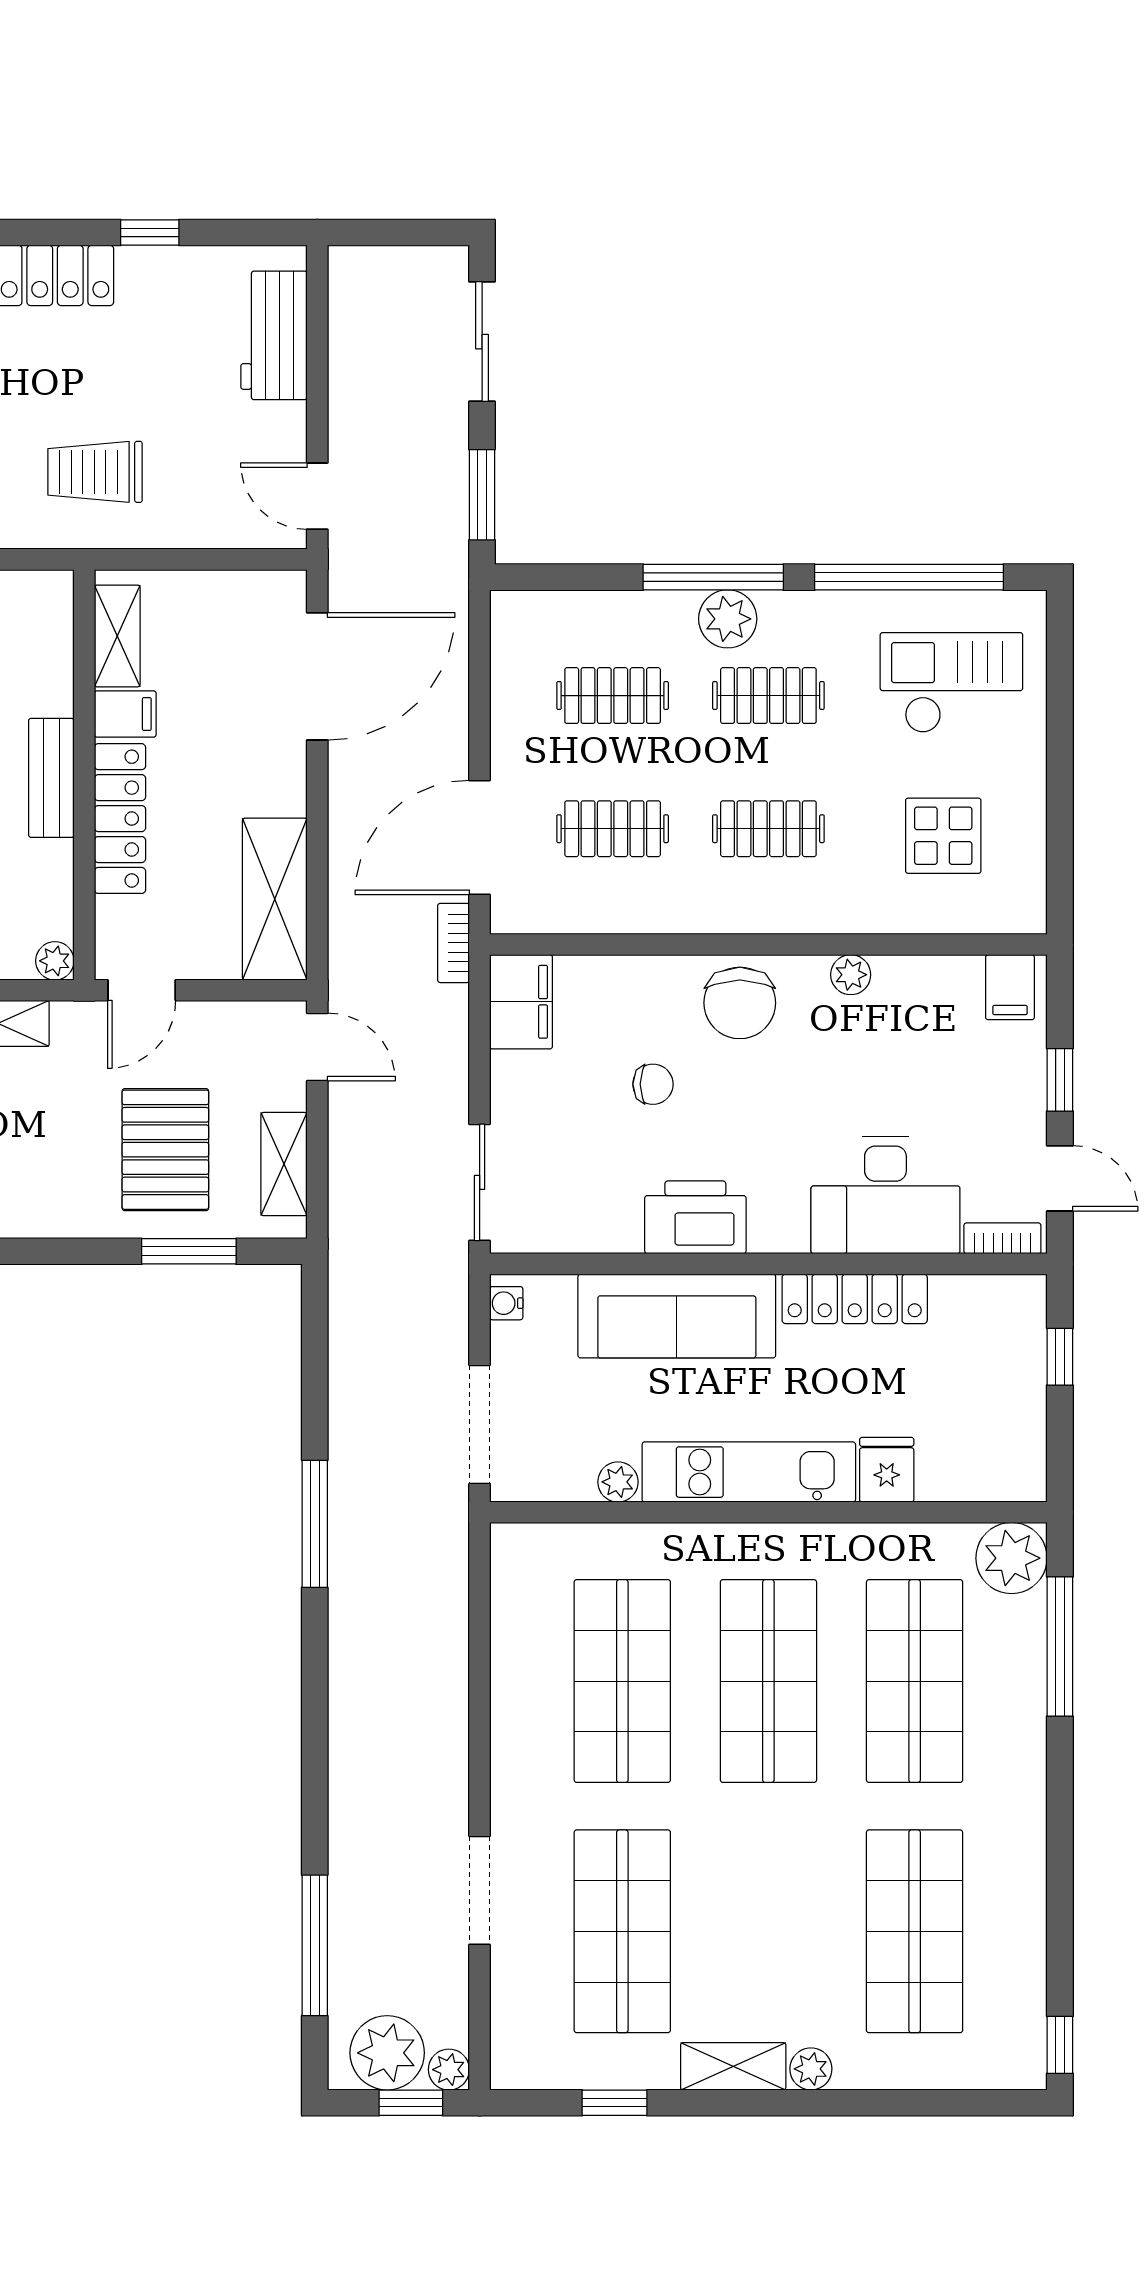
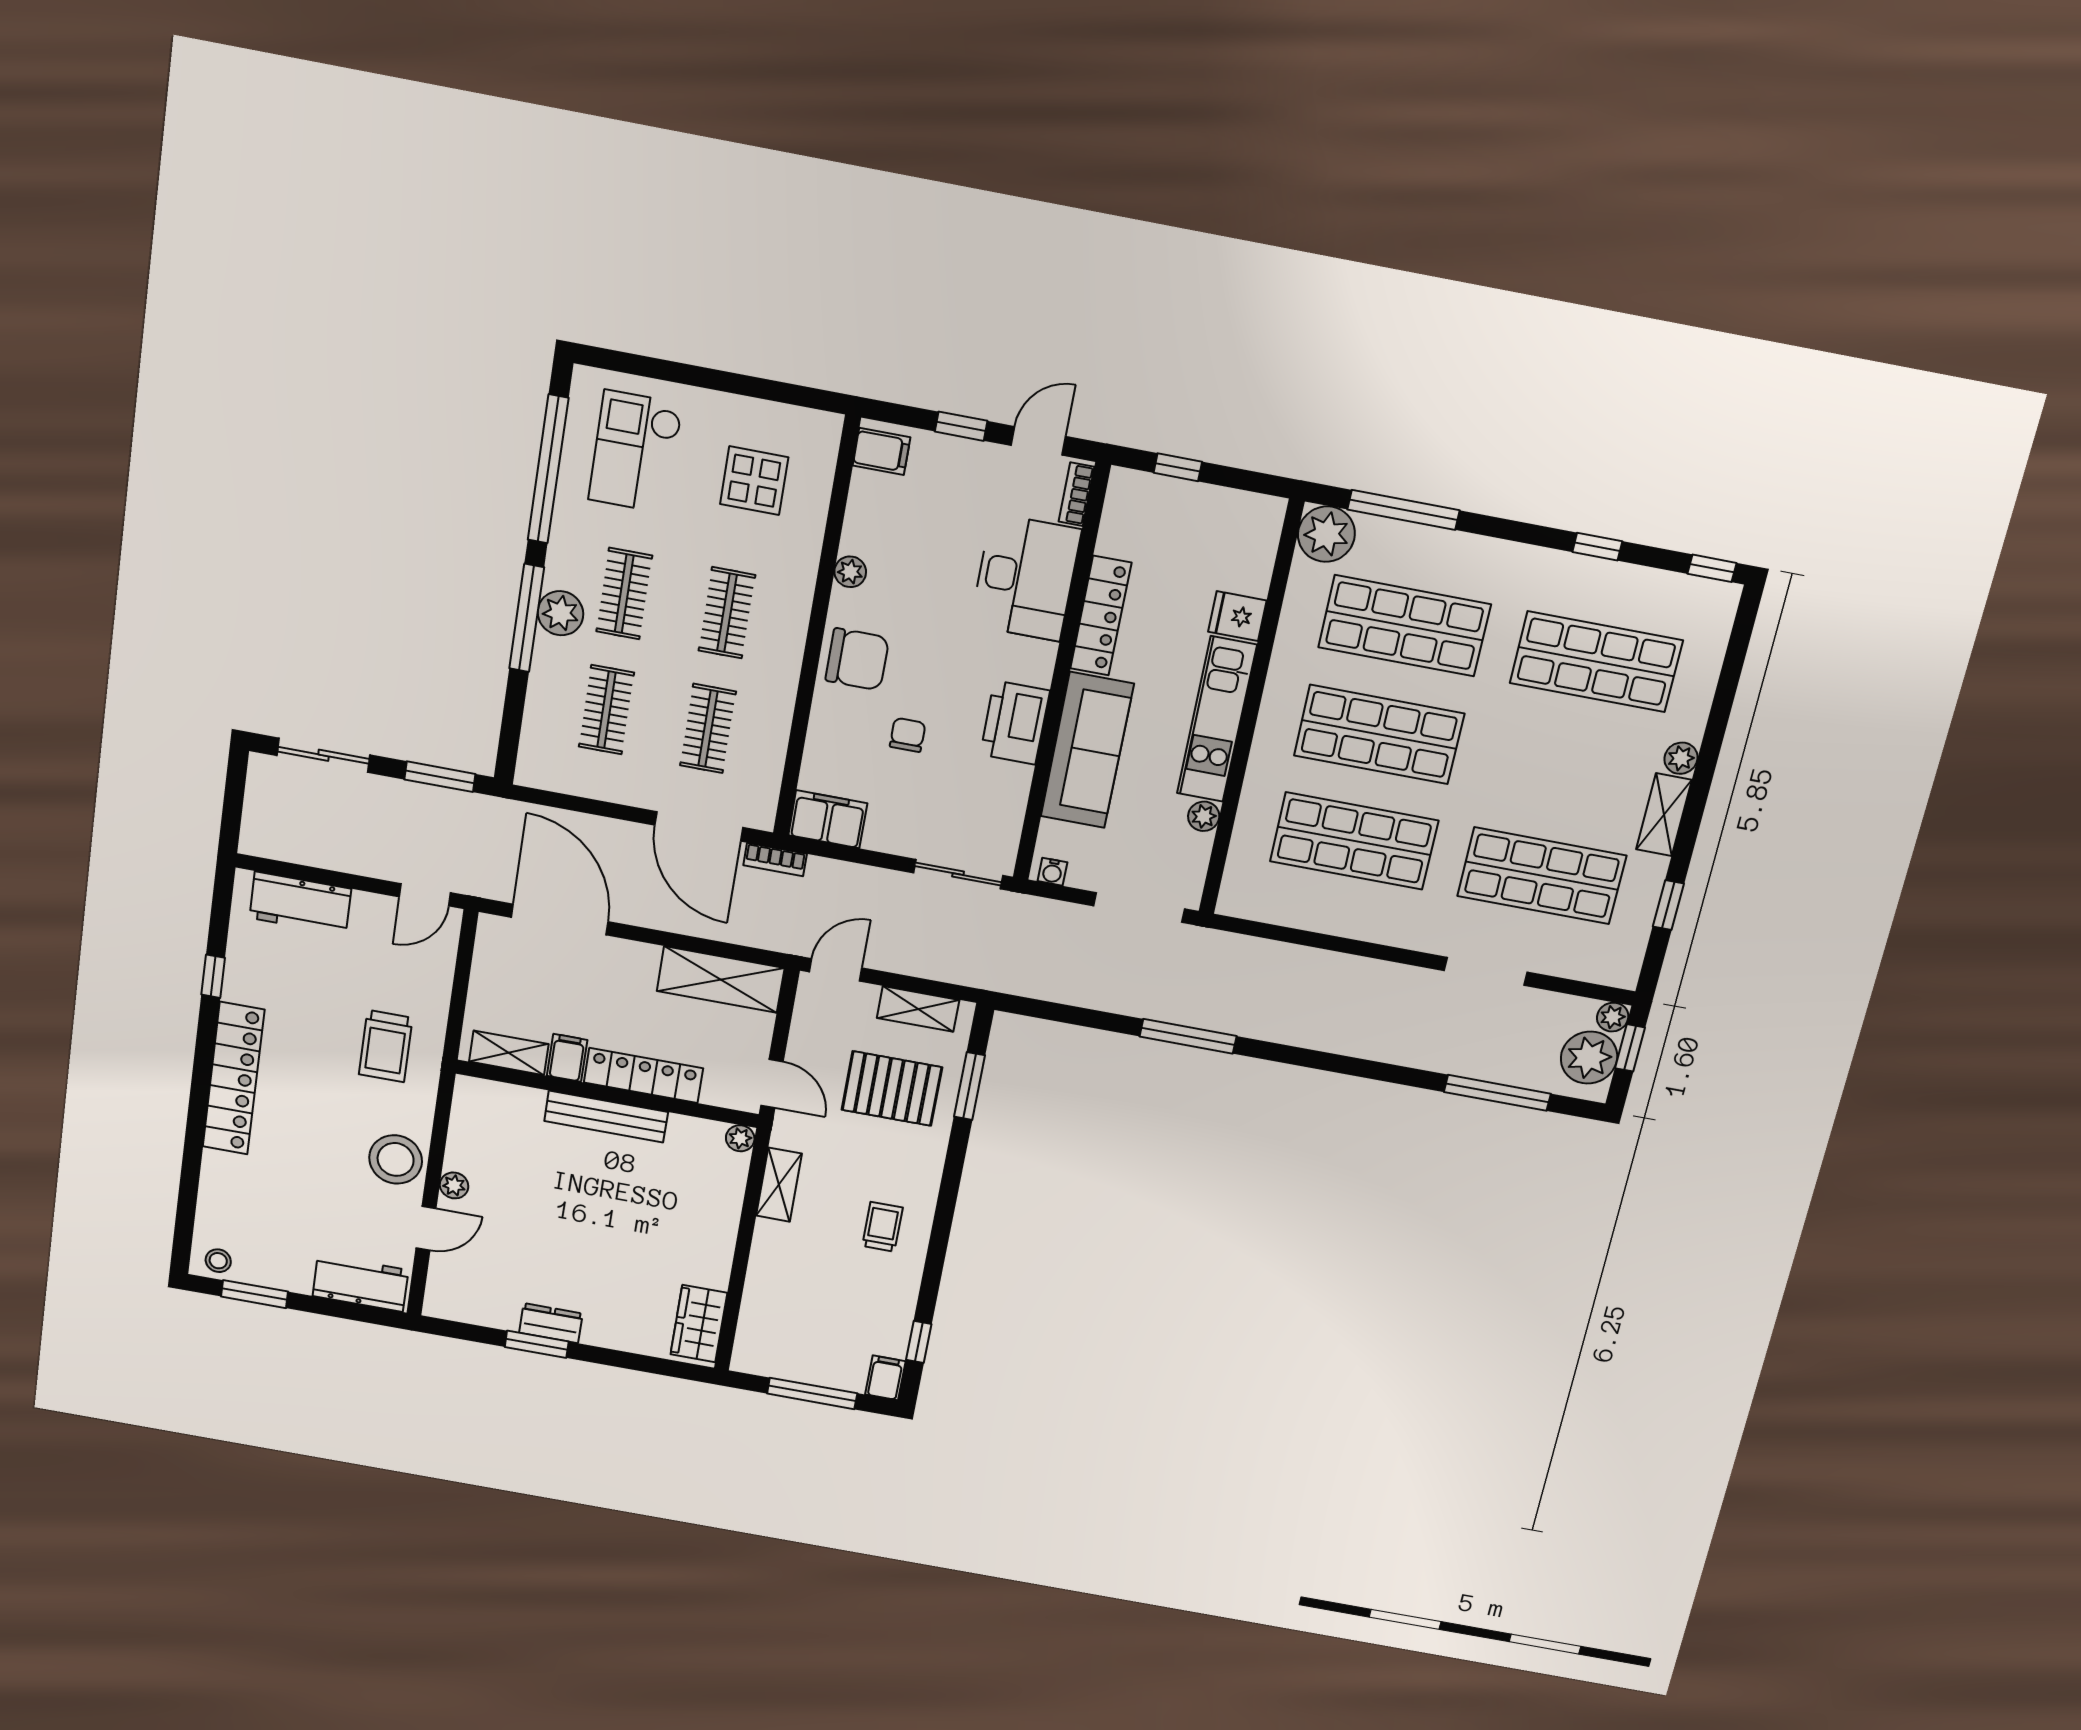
bench: (51, 778) -> (606, 1117), width x1.36
window: (1060, 1897) -> (1597, 547), added

